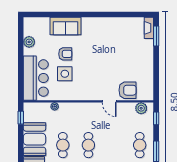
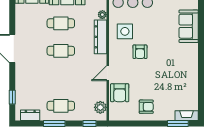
armchair: (65, 54) -> (140, 52), moved
armchair: (141, 65) -> (146, 107), added
side table: (65, 74) -> (125, 31), moved
dresser: (75, 108) -> (100, 37), added

